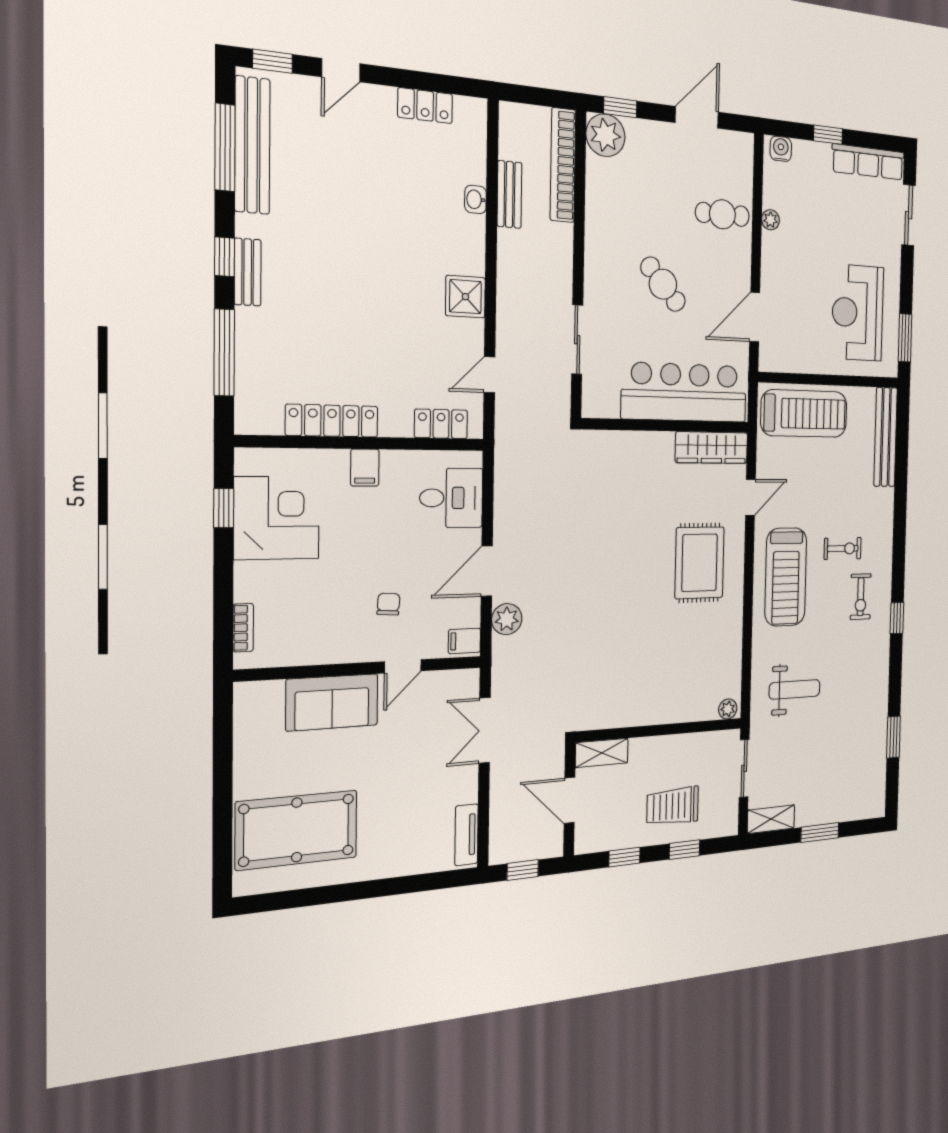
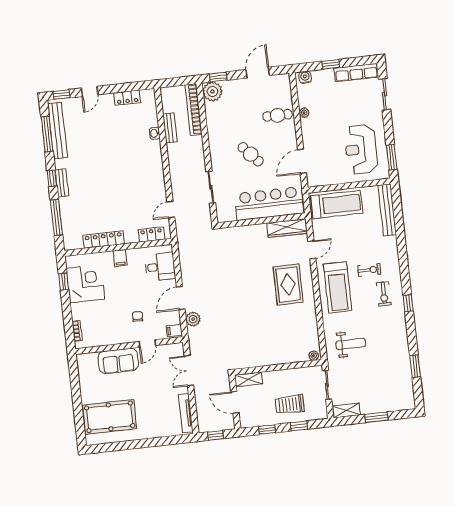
shower: (465, 297) -> (155, 177), removed
tv unit: (467, 835) -> (186, 413), width x1.41

